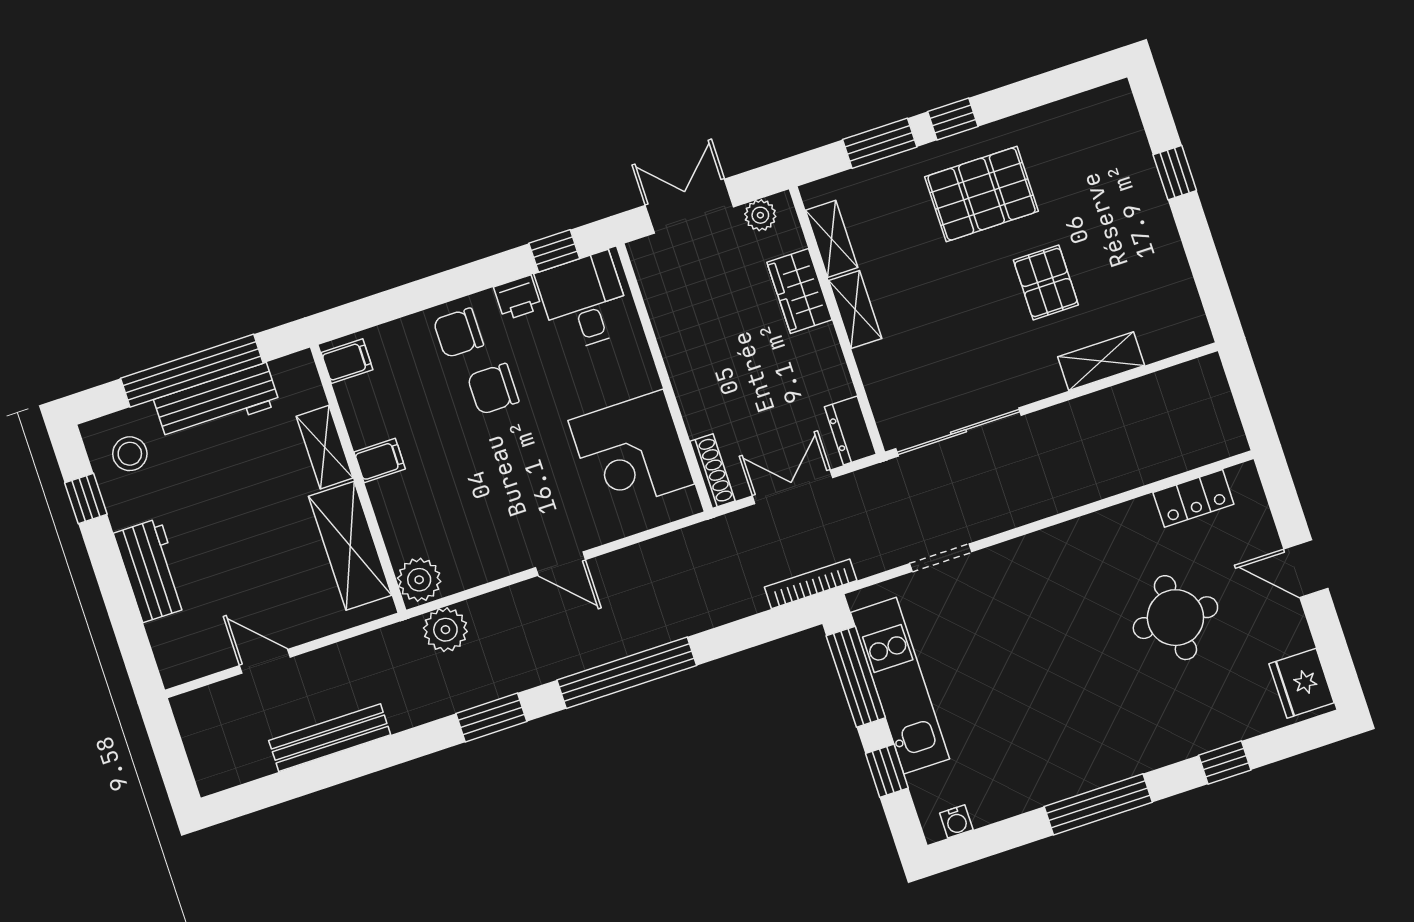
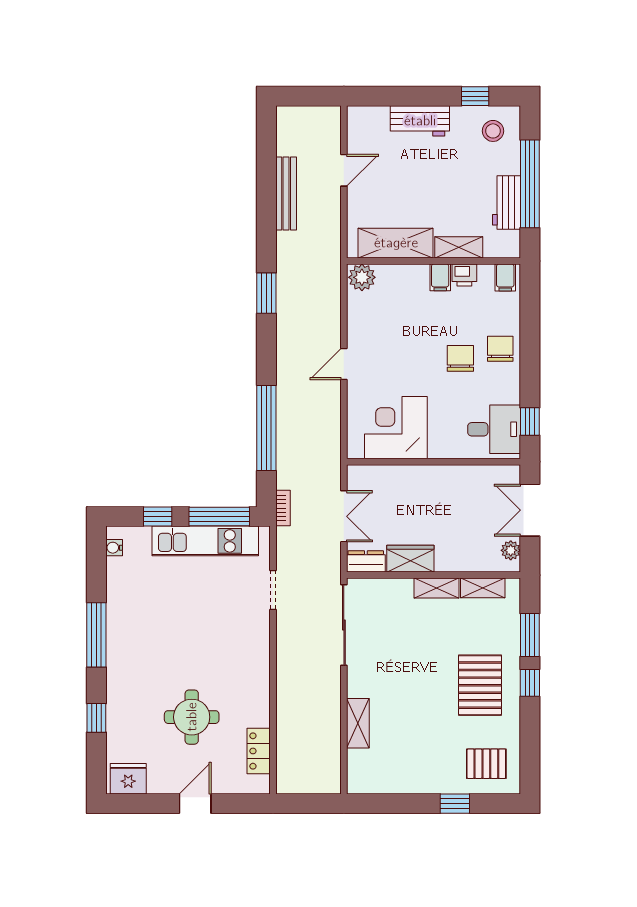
double door: (689, 206) -> (530, 510), swing flipped
pallet: (1046, 283) -> (486, 764), moved
wardrobe: (799, 291) -> (410, 559), moved
printer: (518, 298) -> (464, 275), moved, turned -90
workbench: (217, 402) -> (507, 203), width x0.73
shoe rack: (713, 471) -> (369, 472), removed
bookcase: (811, 584) -> (283, 508), width x0.64
plant: (445, 630) -> (327, 283), removed
window: (627, 673) -> (266, 428), moved

